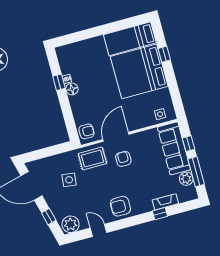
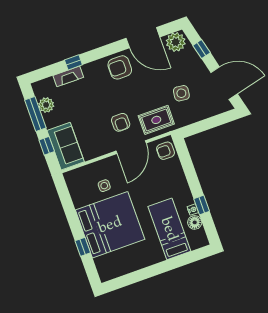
bed: (130, 39) -> (169, 229), moved, turned -90
floor lamp: (72, 89) -> (195, 222), moved
side table: (160, 114) -> (104, 186), moved
sofa: (174, 148) -> (66, 146), width x0.73
armchair: (120, 206) -> (120, 67), turned 180
door: (98, 230) -> (143, 38), width x1.88

